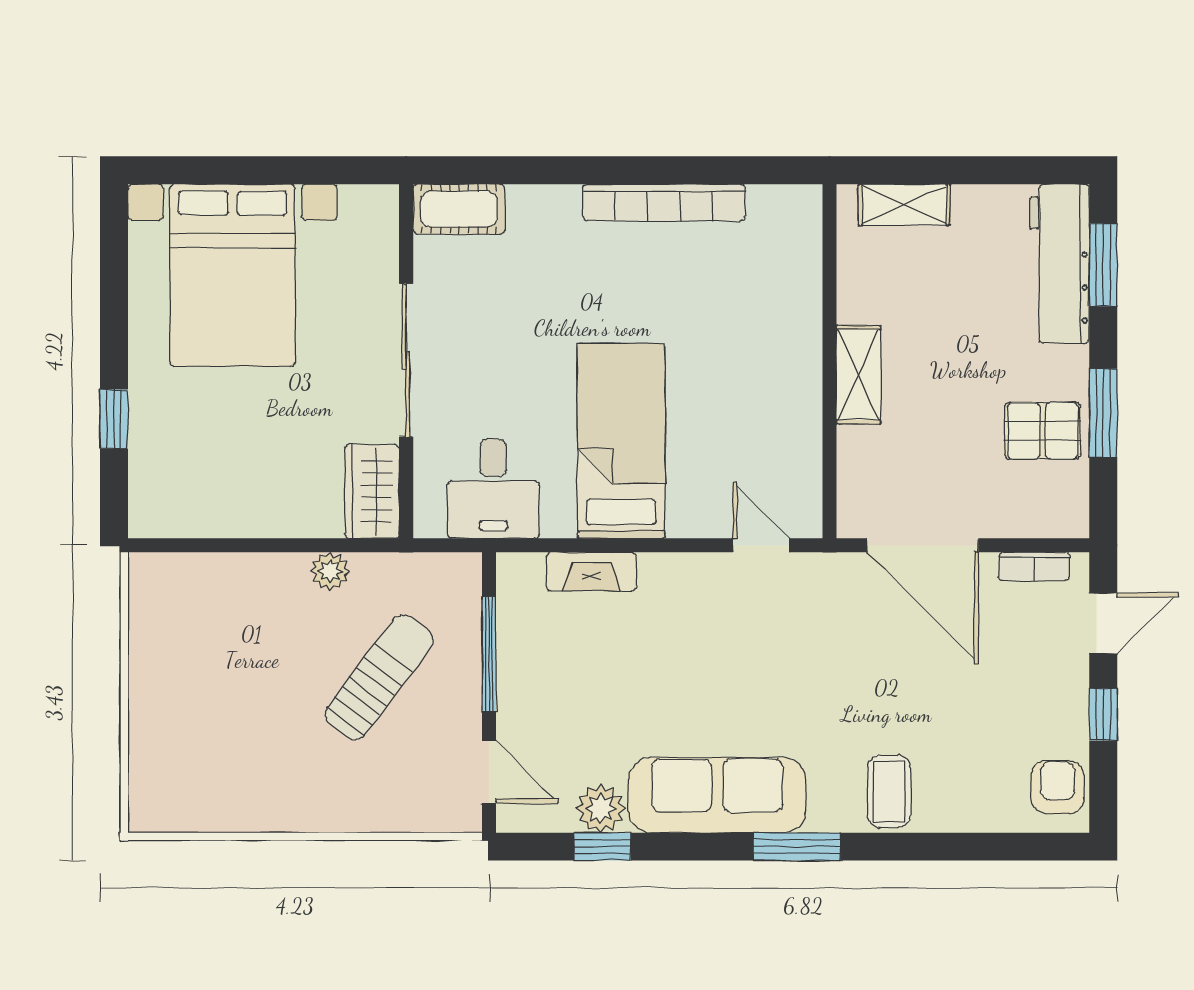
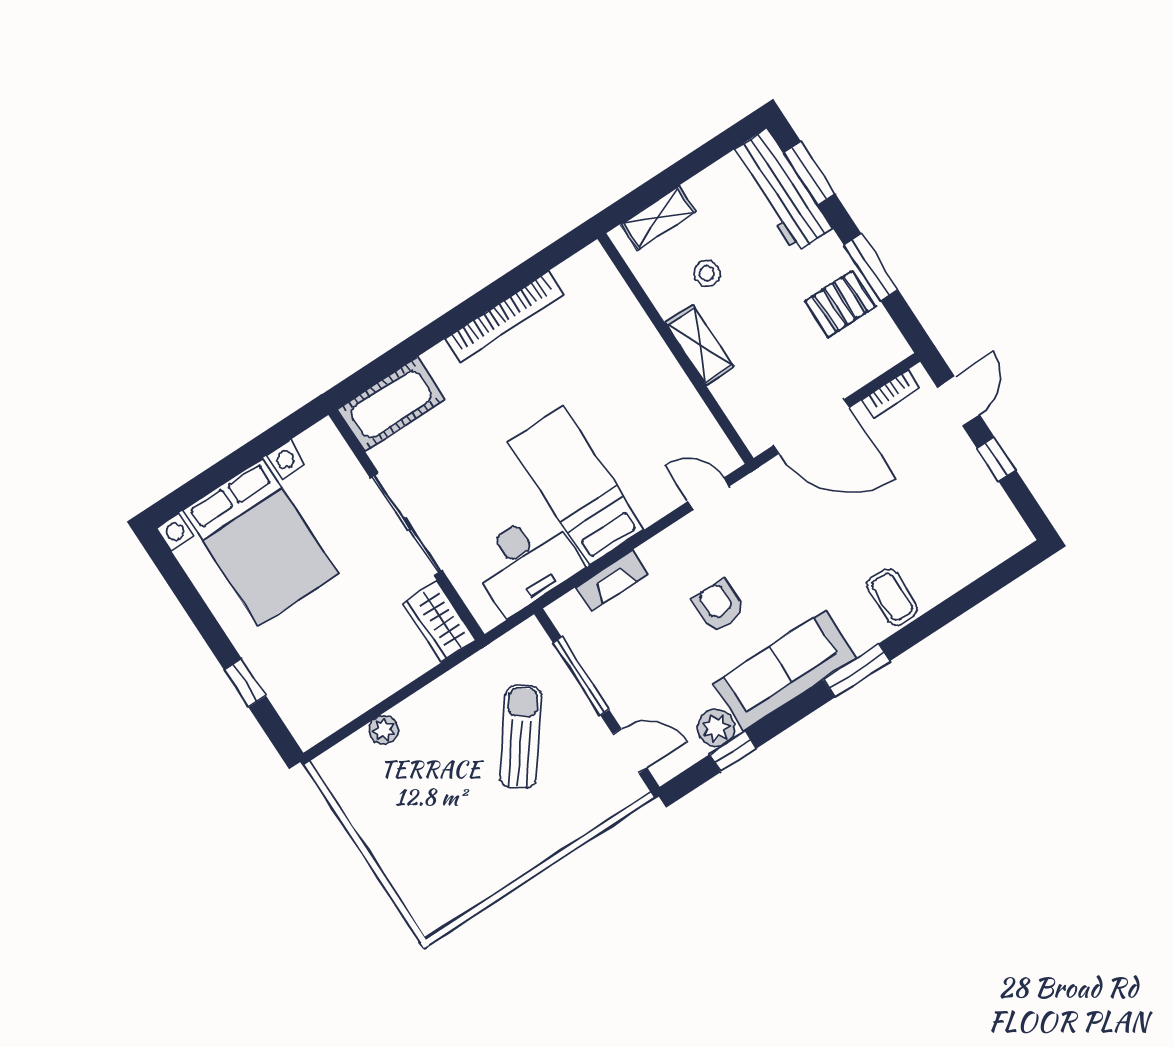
cot: (459, 209) -> (391, 404), width x1.37, depth x1.34
stool: (918, 301) -> (707, 273), added
desk: (493, 489) -> (526, 562), width x1.37
plant: (330, 571) -> (384, 730), moved
armchair: (1058, 787) -> (719, 606), moved

